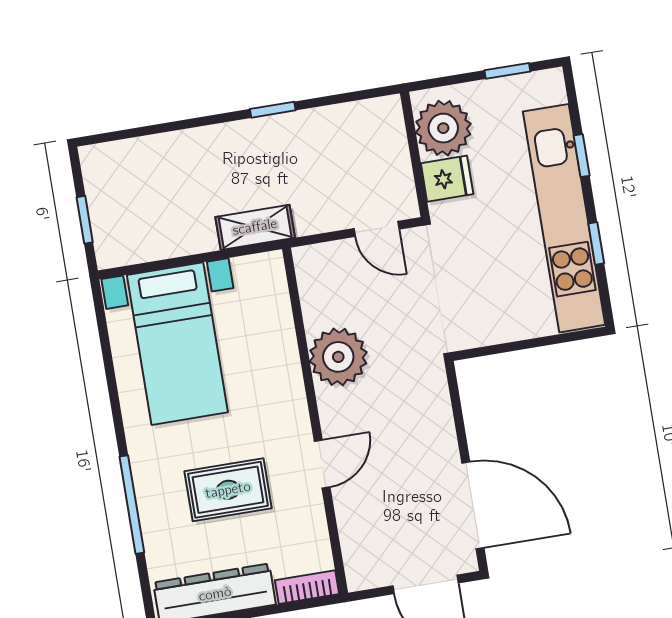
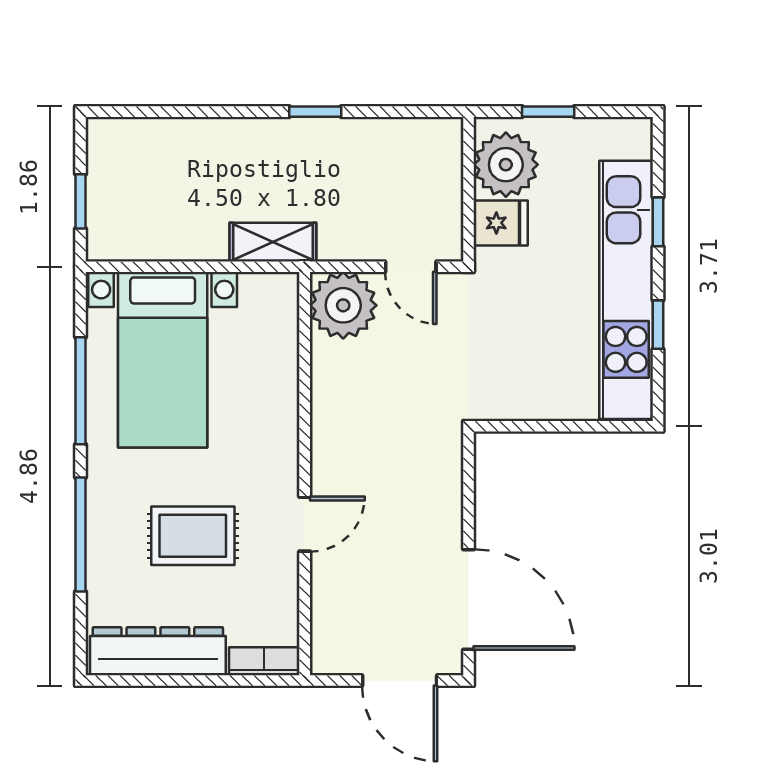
window: (507, 71) -> (548, 112), moved
plant: (338, 357) -> (343, 305), moved
window: (112, 382) -> (81, 391), added

